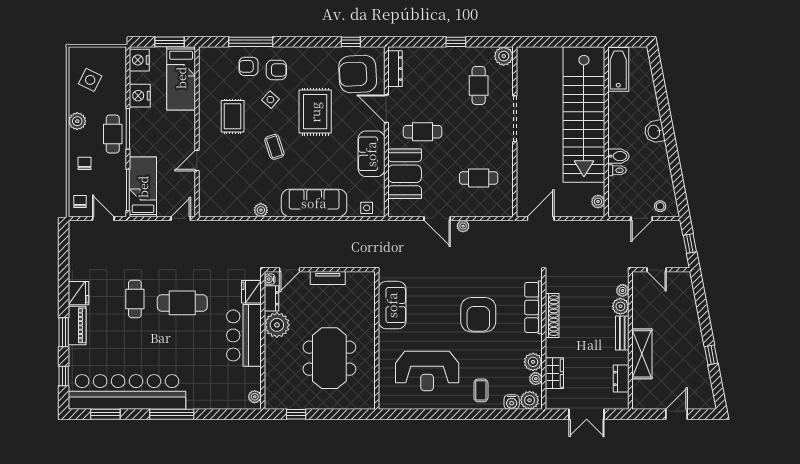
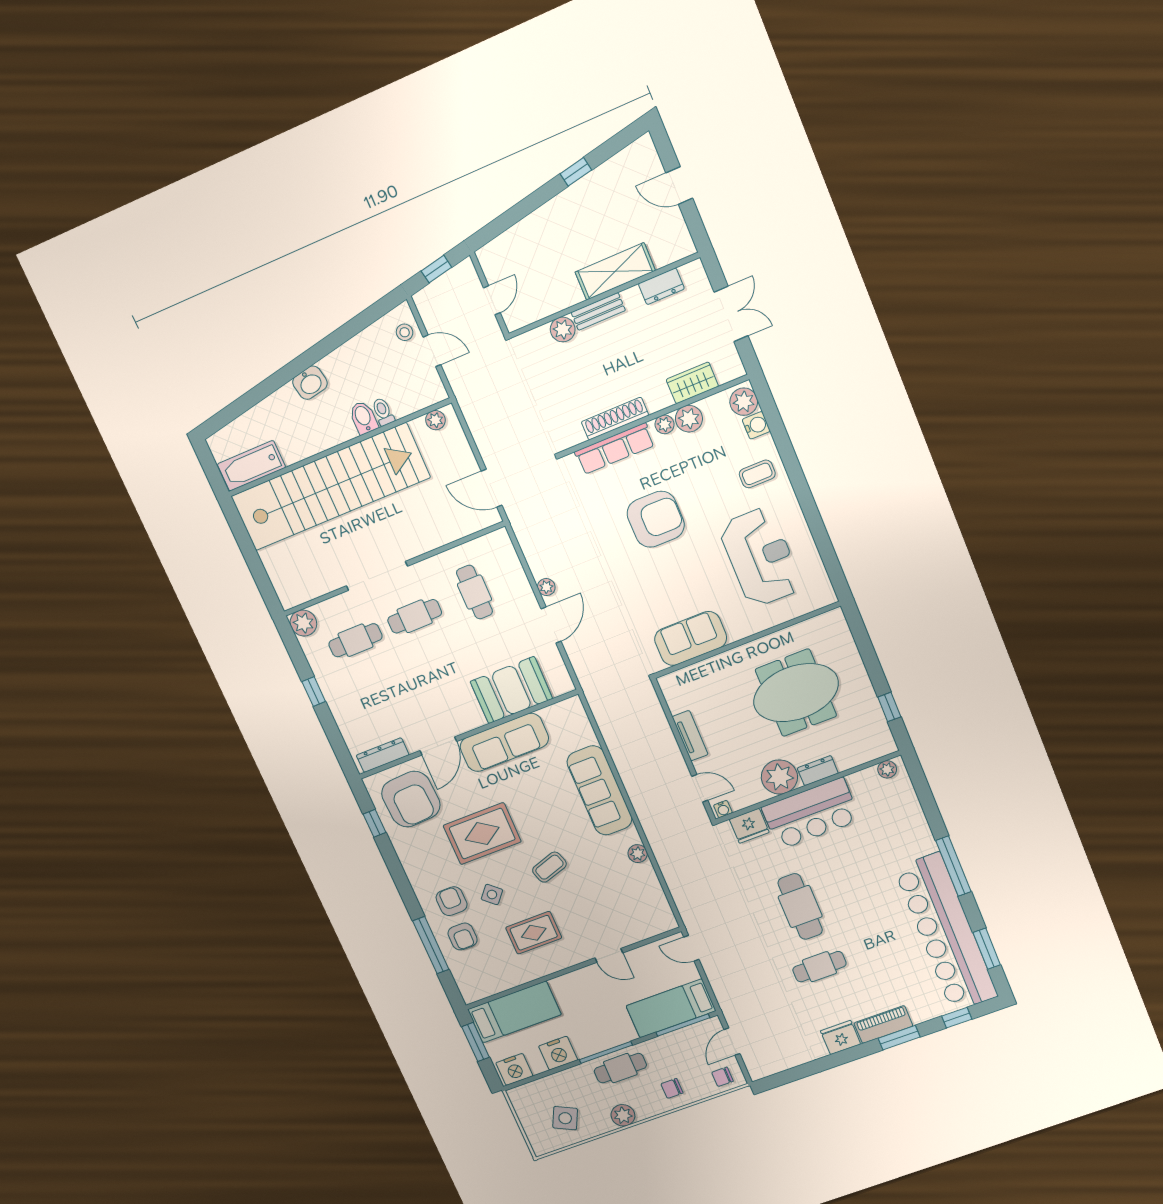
cafe table: (423, 132) -> (415, 616), moved, turned 90
sofa: (371, 154) -> (504, 742), width x1.36
side table: (367, 208) -> (577, 721), removed
plant: (623, 290) -> (540, 336), removed
dresser: (271, 298) -> (818, 771), moved
plant: (536, 379) -> (665, 424), moved

